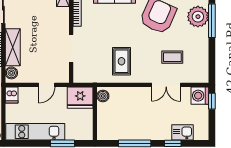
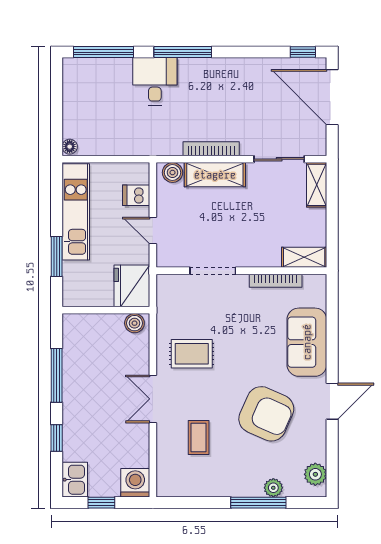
plant: (198, 17) -> (273, 488), width x0.53, depth x0.53
double door: (166, 85) -> (153, 399), moved
dishwasher: (12, 95) -> (136, 195), moved
window: (212, 101) -> (101, 503), moved
kitchen sink: (183, 132) -> (75, 480), moved

